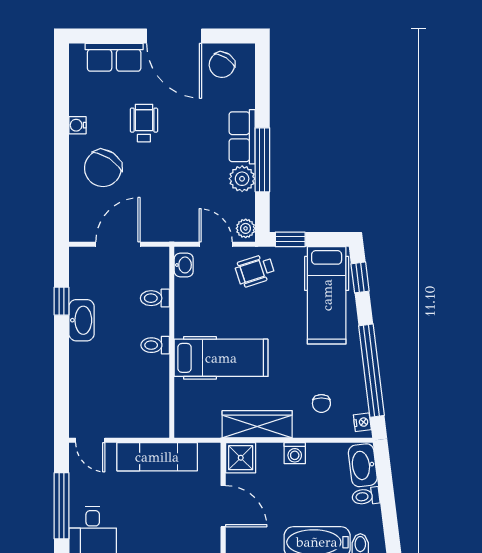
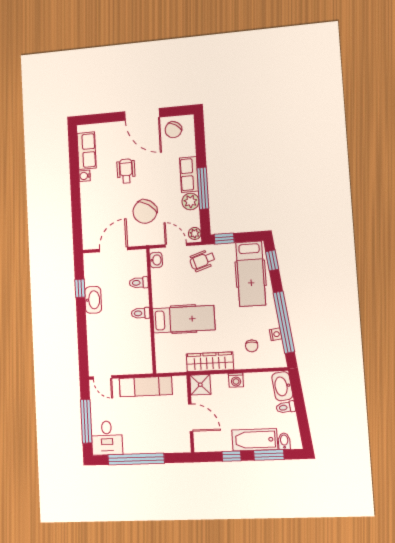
row of seats: (114, 57) -> (87, 151), moved, turned -90
chair: (103, 168) -> (145, 212), moved
nightstand: (362, 422) -> (276, 334), moved

